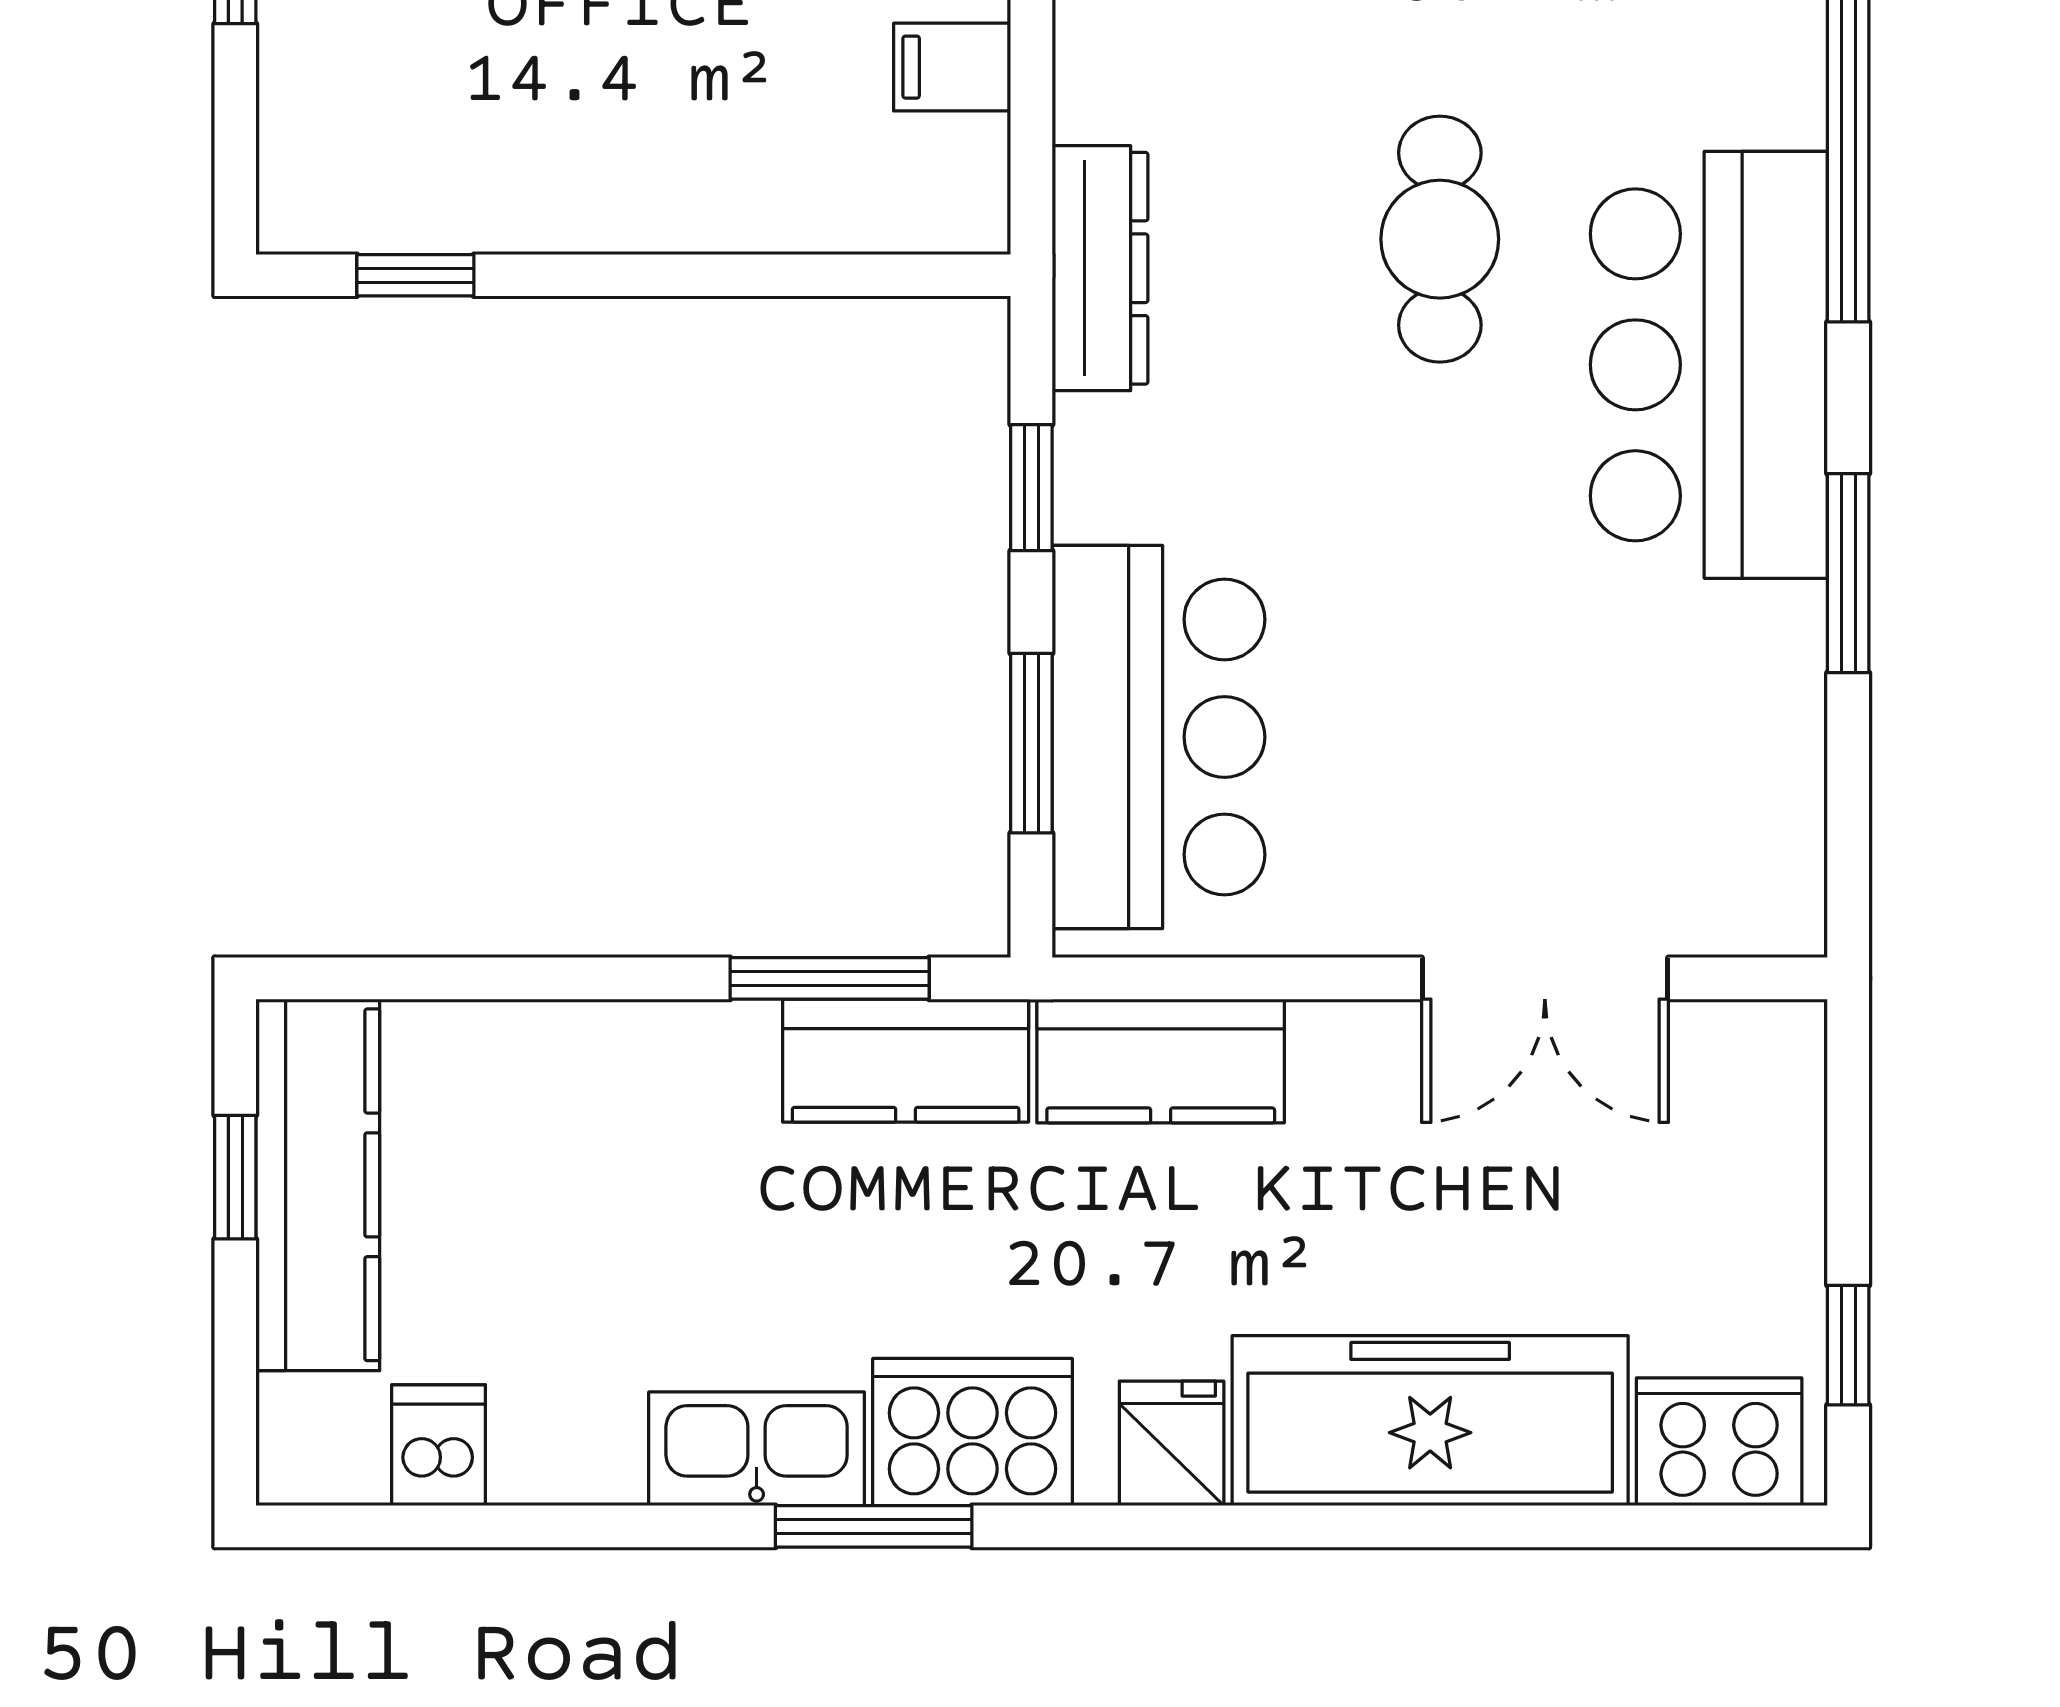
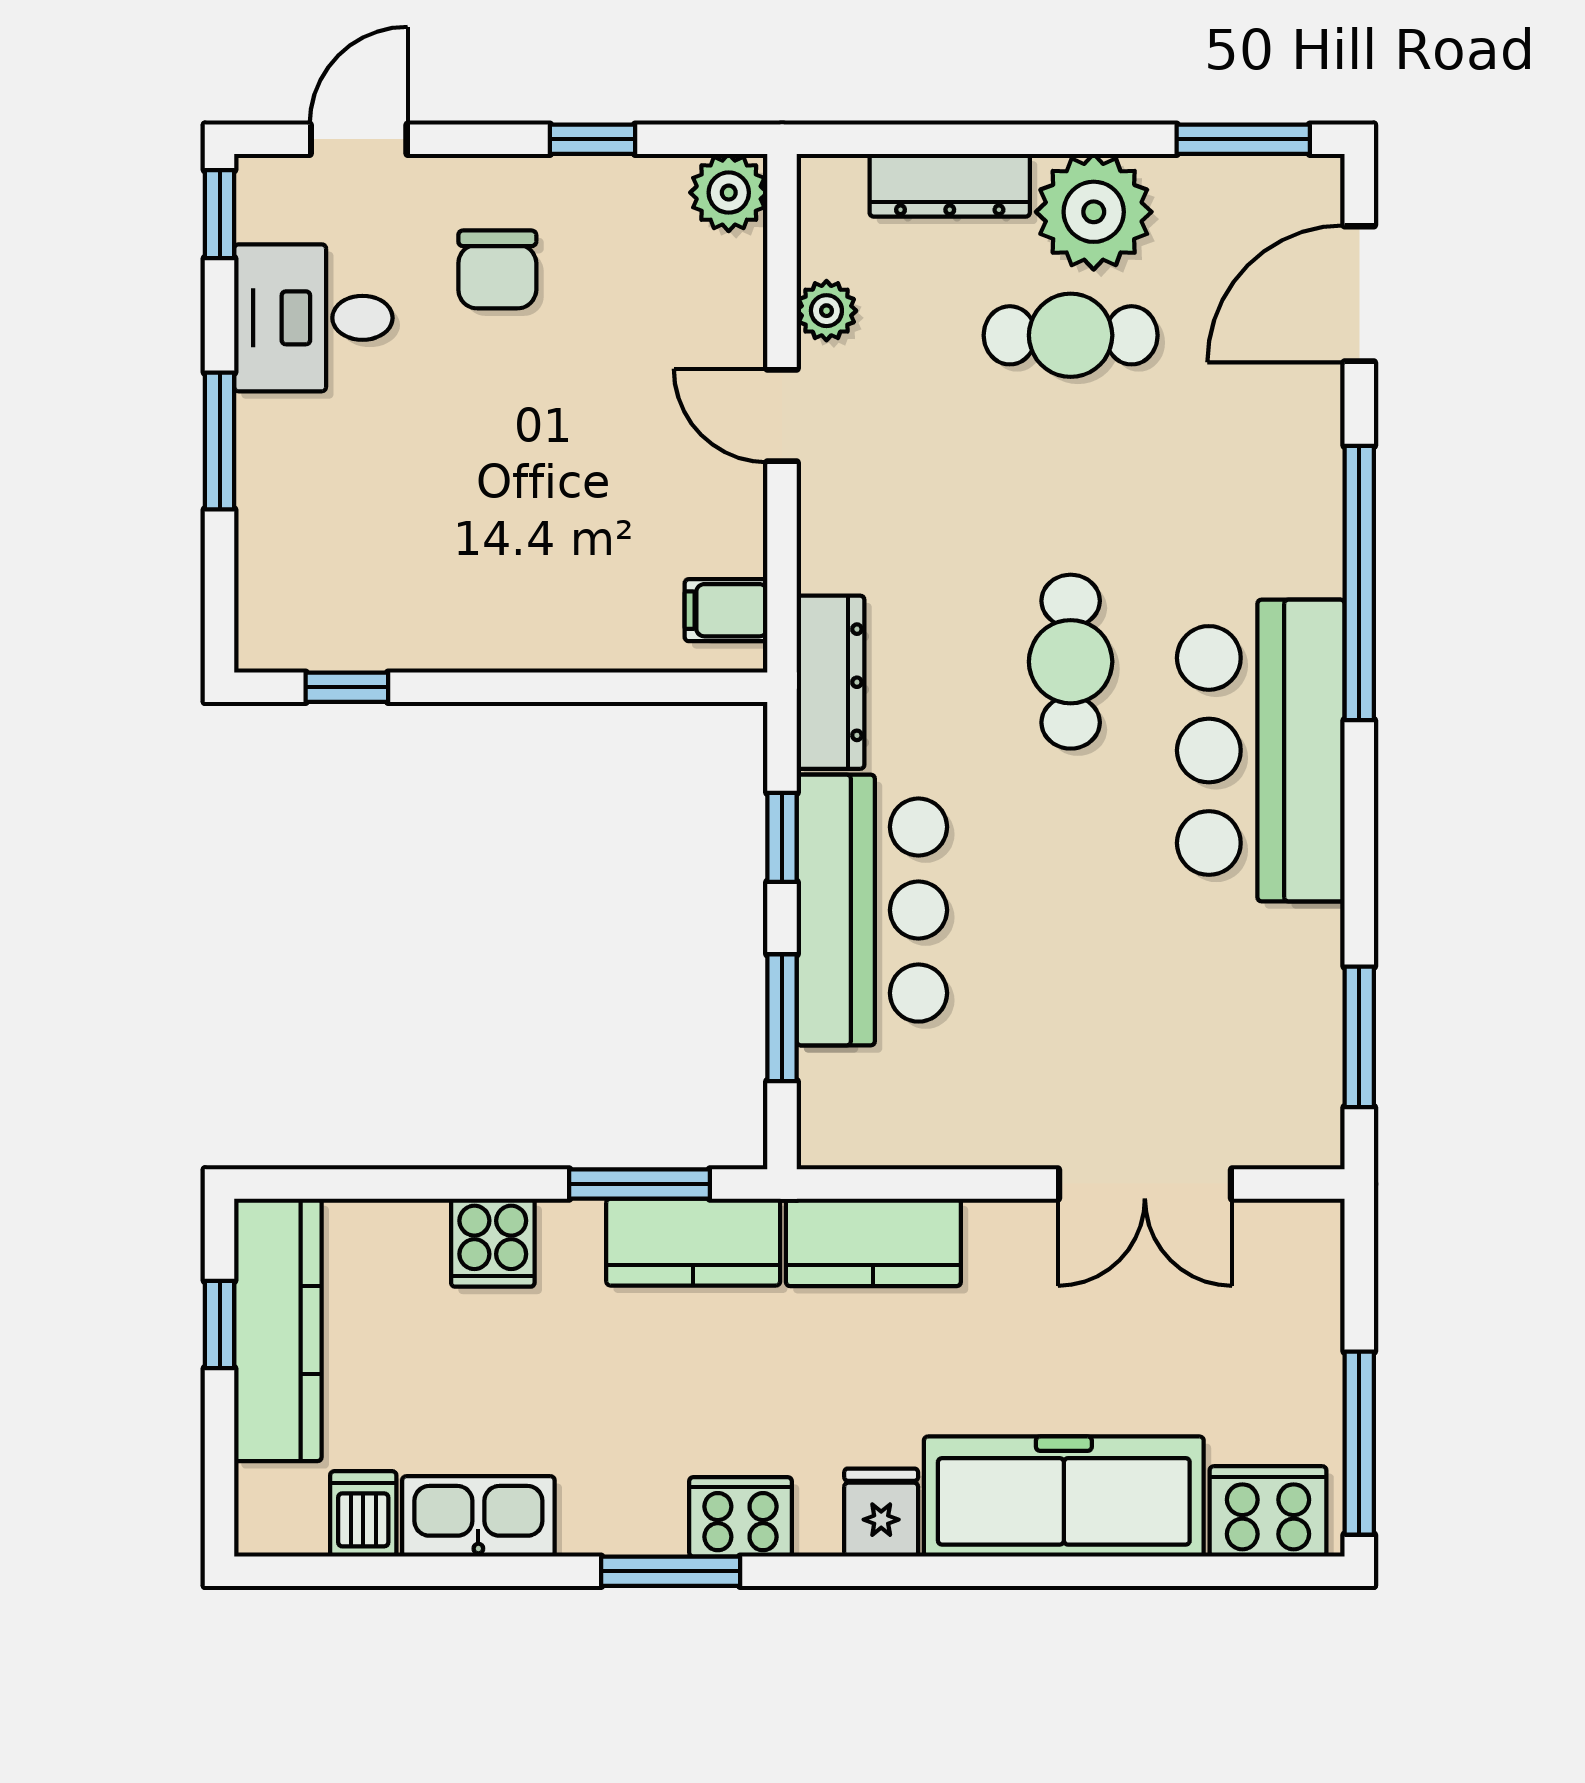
filing cabinet: (952, 67) -> (726, 610), moved
window: (1848, 573) -> (1359, 1037), moved
bar counter: (1158, 737) -> (872, 910), moved
cooker: (622, 1061) -> (493, 1243), added
window: (1848, 1345) -> (1359, 1443), width x2.17
cooker: (972, 1432) -> (740, 1517), width x0.73, depth x0.76
kitchen sink: (757, 1449) -> (478, 1516), moved

